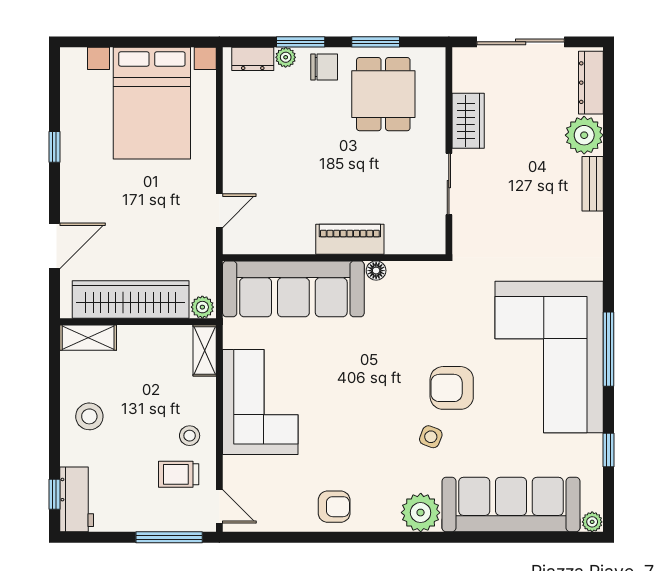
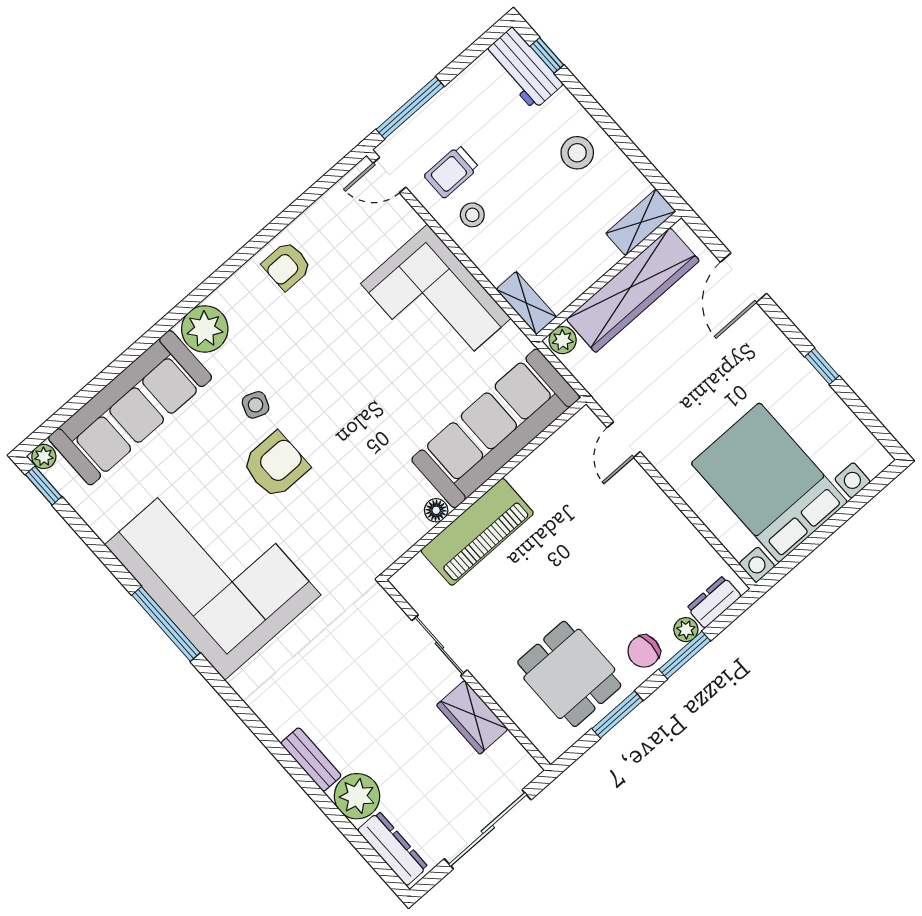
piano: (350, 239) -> (477, 532), width x1.37, depth x1.33
window: (609, 450) -> (44, 486), moved
trolley: (179, 474) -> (451, 172), turned 180

